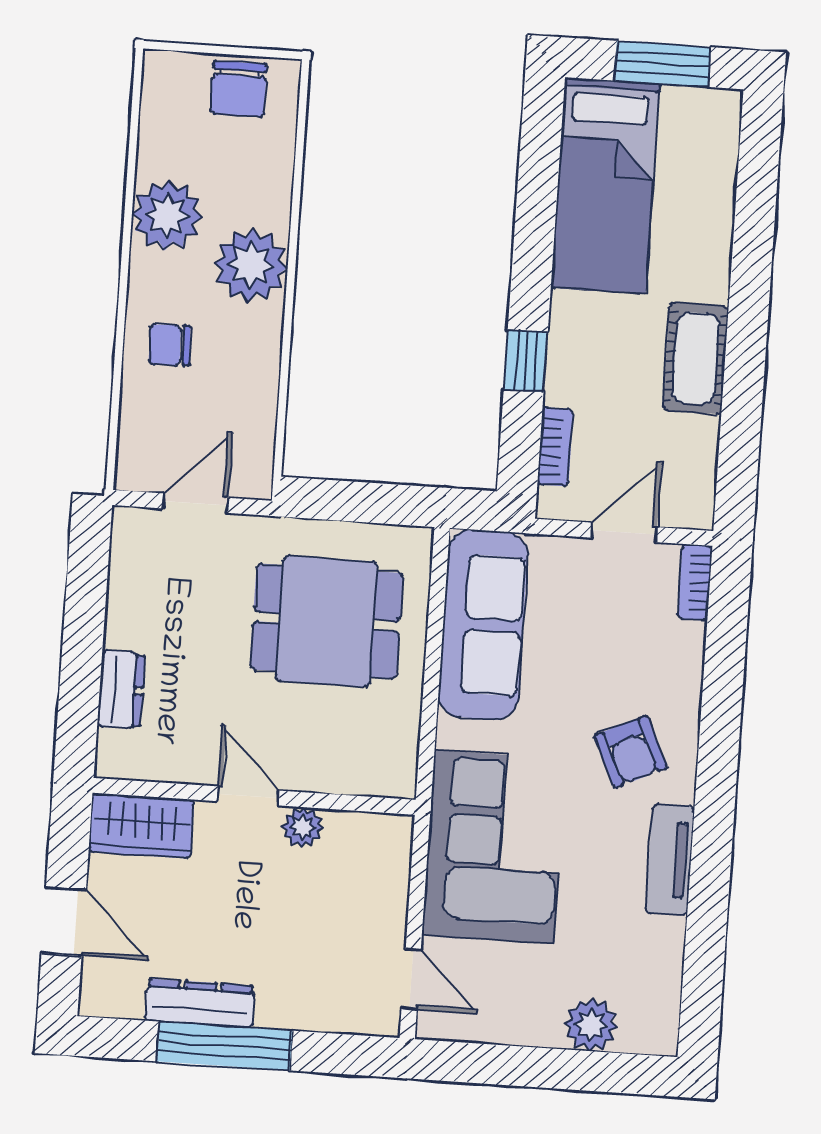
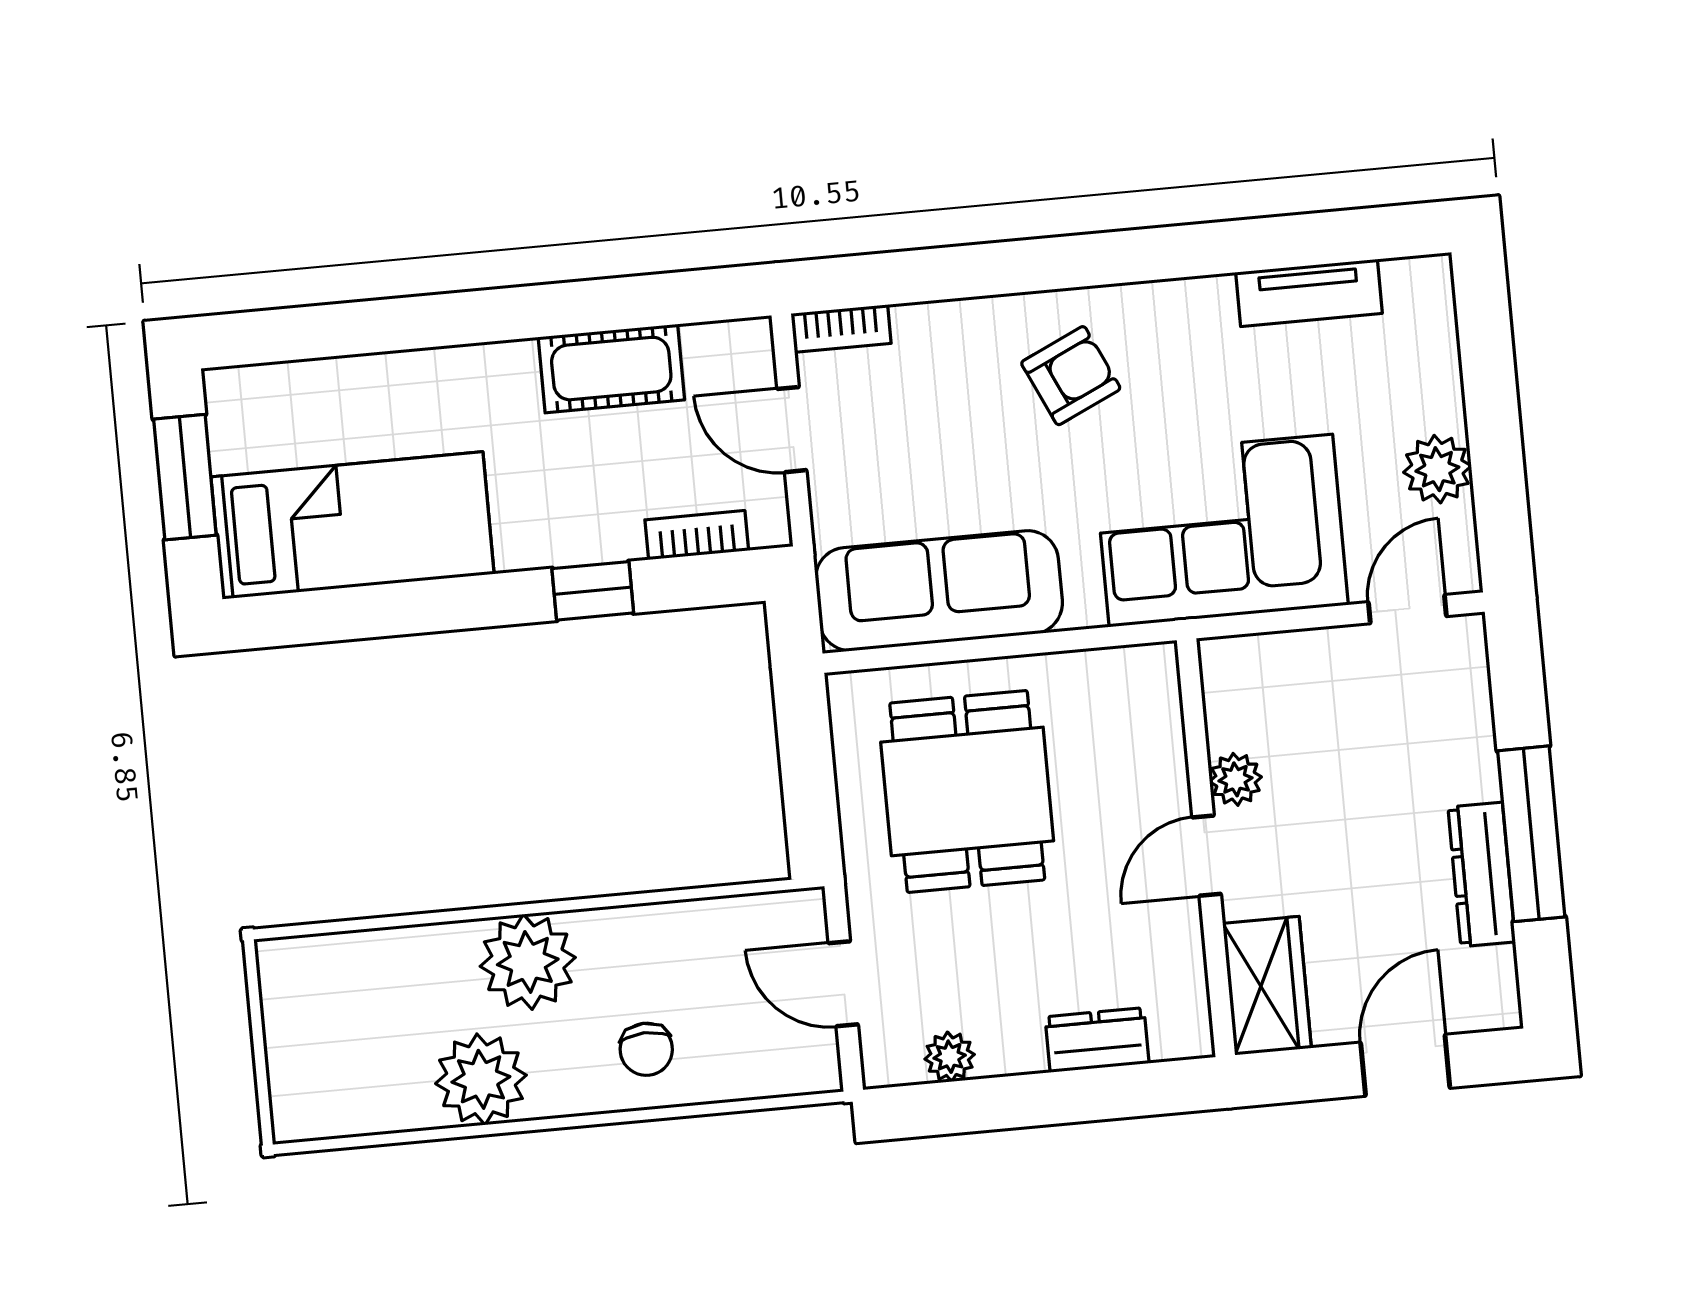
chair: (239, 89) -> (305, 1014), removed
cot: (696, 358) -> (611, 369), moved
plant: (126, 575) -> (950, 1057), added
tv unit: (670, 860) -> (1309, 293), moved
plant: (591, 1025) -> (1437, 469), moved

